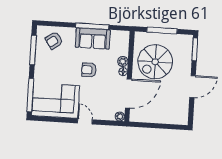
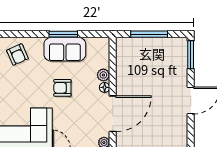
window: (92, 26) -> (63, 34), width x0.69
armchair: (54, 41) -> (18, 54), turned -79
spiral stairs: (155, 62) -> (143, 73), removed

